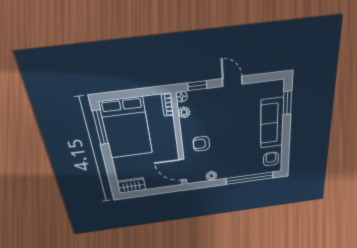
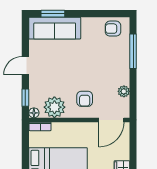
plant: (184, 112) -> (54, 107), width x1.87, depth x1.87
sofa: (272, 123) -> (55, 28), moved
window: (250, 178) -> (133, 51), width x0.68

